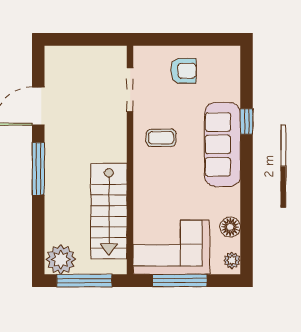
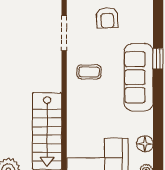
armchair: (183, 71) -> (107, 18), turned 87

